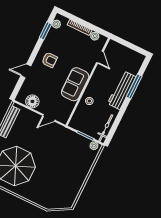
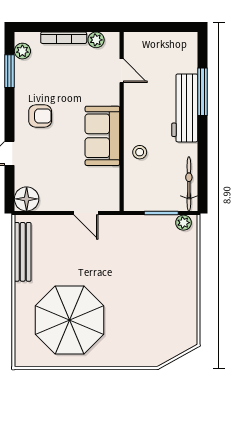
floor lamp: (32, 101) -> (27, 199), moved
door: (49, 118) -> (86, 213), hinge flipped

